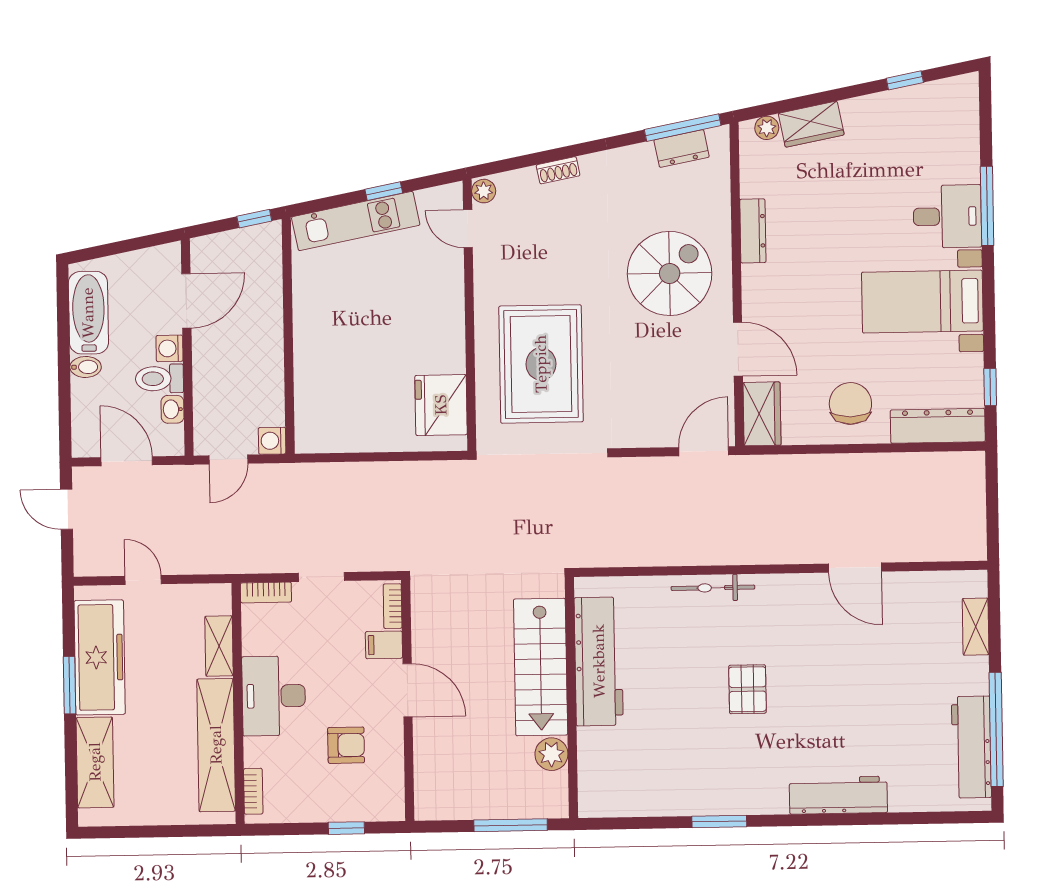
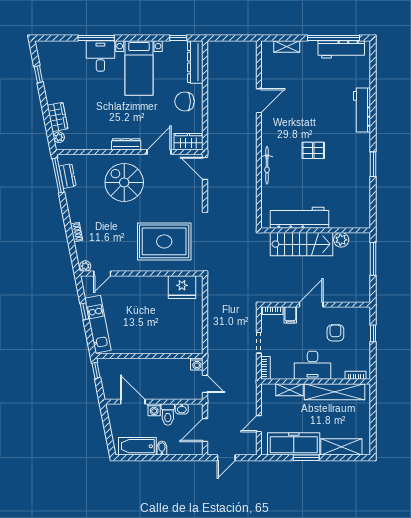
dresser: (753, 231) -> (126, 144), moved

